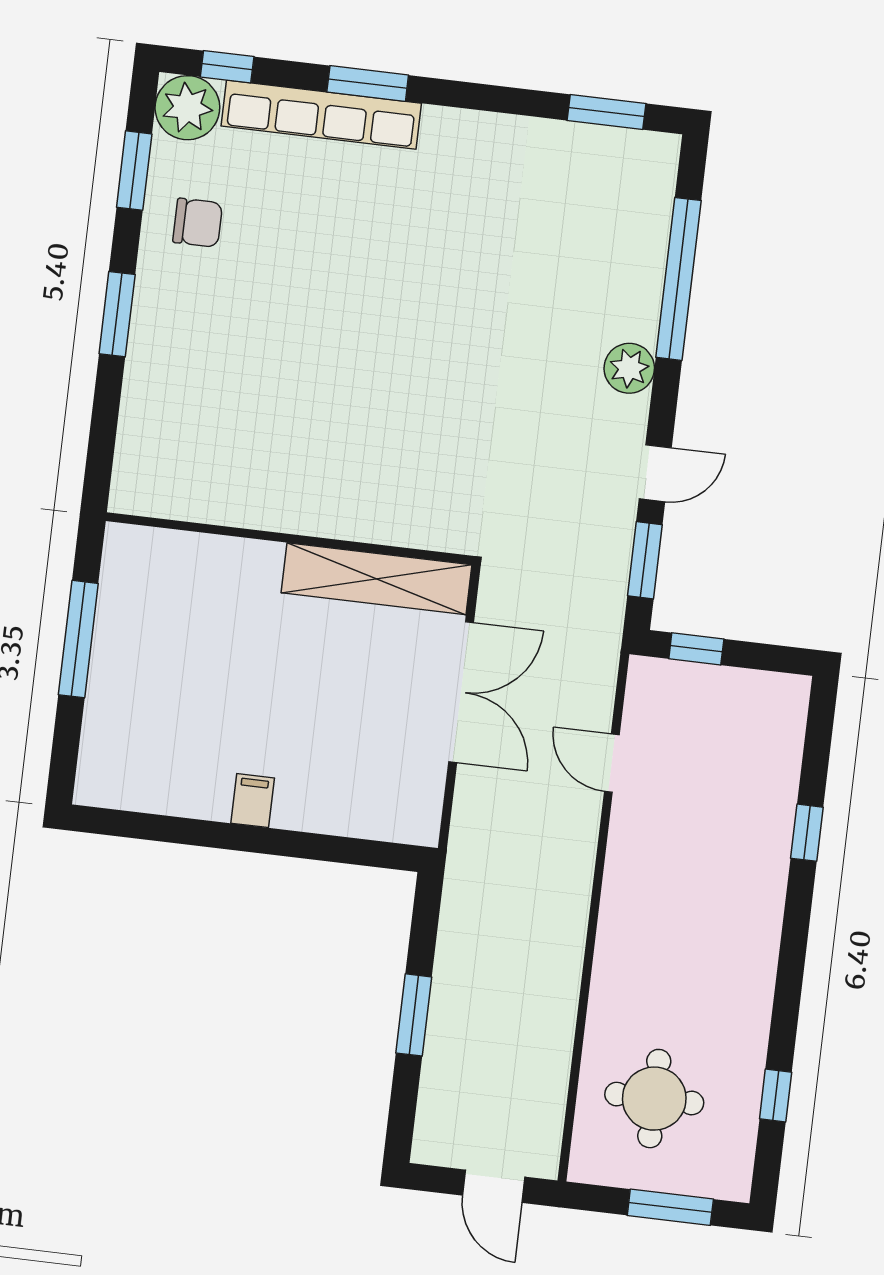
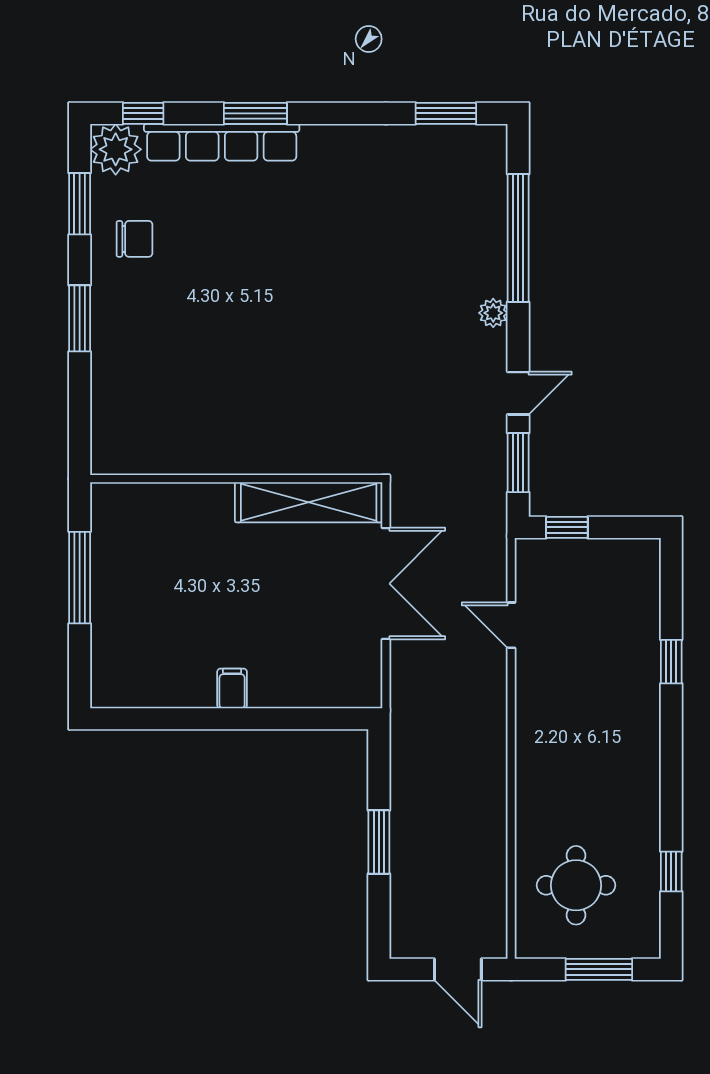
plant: (629, 368) -> (493, 313), width x0.73, depth x0.73

